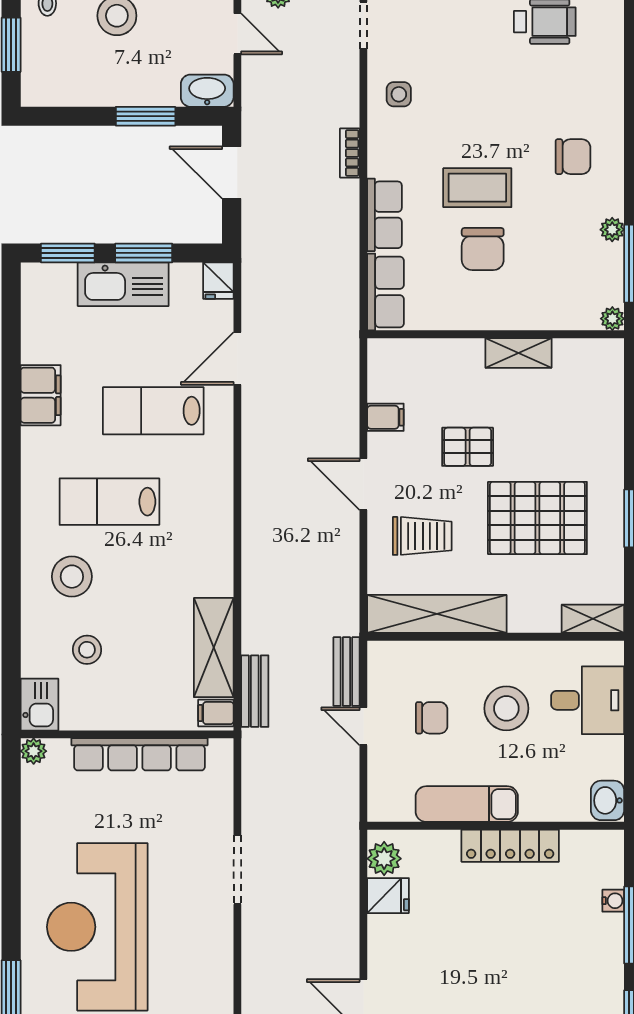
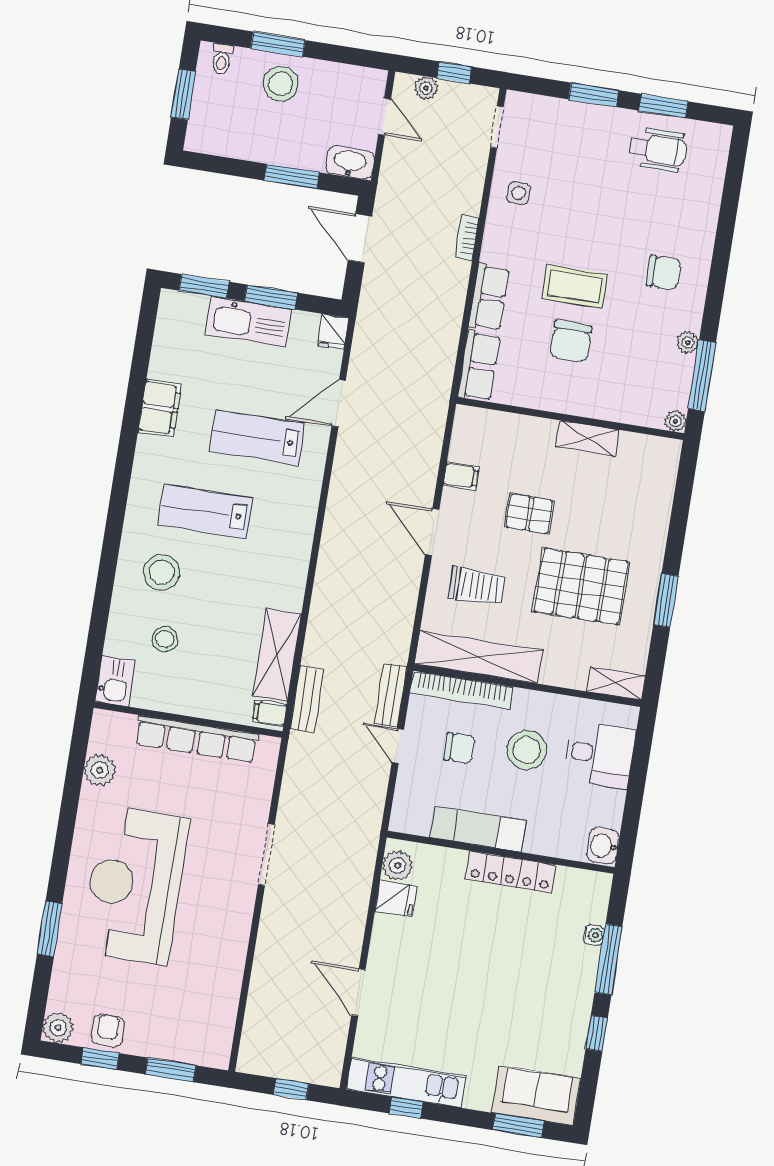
bookcase: (424, 653) -> (462, 690), added
plant: (34, 751) -> (100, 770), moved, width x1.38, depth x1.38

